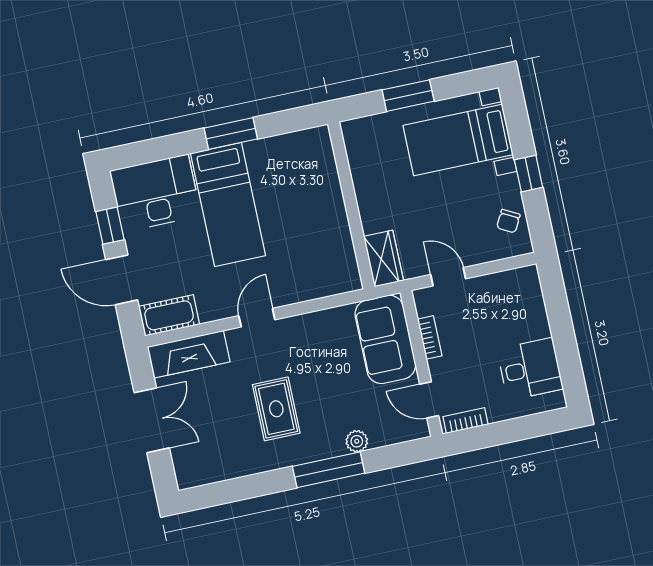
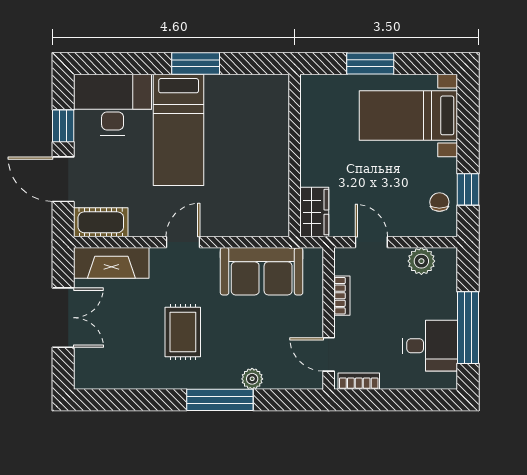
window: (529, 174) -> (468, 189), moved
chair: (508, 221) -> (439, 202), turned 152
plant: (503, 285) -> (421, 261), added
sofa: (385, 339) -> (262, 271), moved, turned -90
window: (565, 342) -> (468, 328), added

